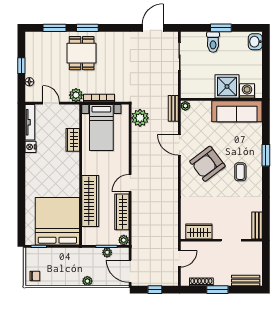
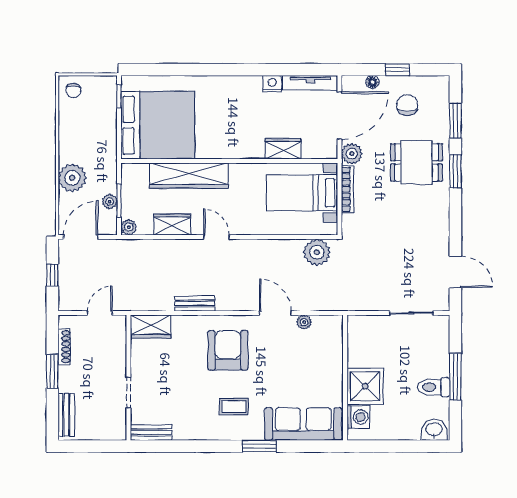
window: (221, 28) -> (455, 377), width x1.44
toilet: (213, 42) -> (434, 387), moved
chair: (44, 59) -> (407, 105), added
door: (51, 103) -> (339, 115), width x1.88
plant: (185, 106) -> (304, 322), moved
bench: (173, 108) -> (195, 304), moved
sofa: (237, 111) -> (303, 424), moved, turned 90
door: (179, 145) -> (275, 313), hinge flipped
armchair: (207, 164) -> (228, 350), moved, turned 37
wardrobe: (122, 212) -> (172, 224), width x0.67
wardrobe: (199, 231) -> (150, 327), moved, turned 90
door: (179, 259) -> (100, 313), swing flipped
plant: (87, 281) -> (72, 178), width x1.88, depth x1.88

